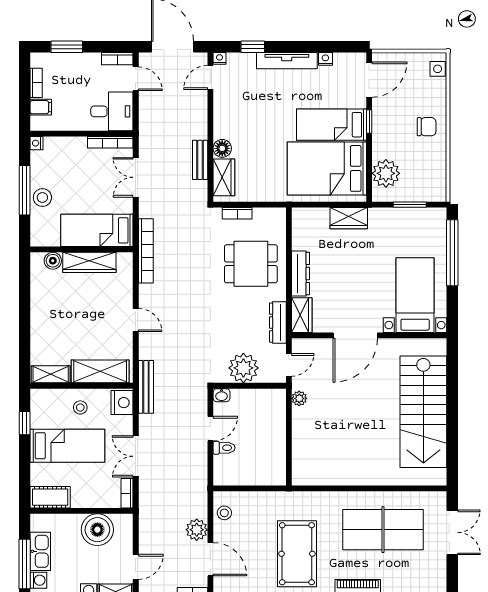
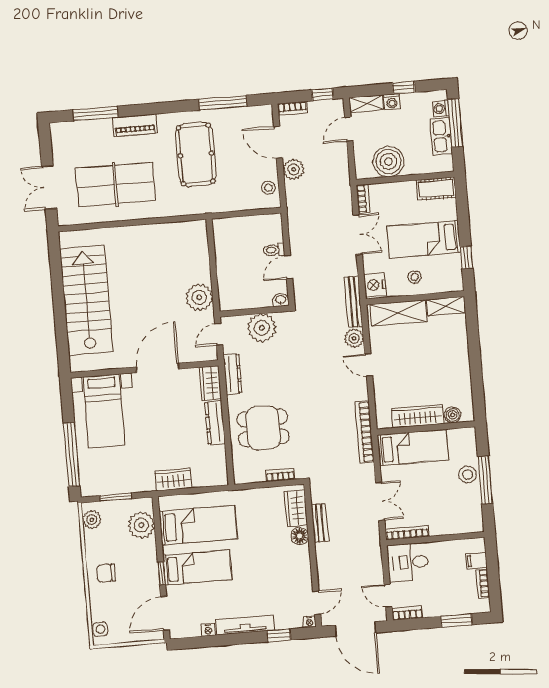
nightstand: (37, 143) -> (478, 526), removed
bed: (327, 168) -> (198, 525), width x0.67
plant: (437, 183) -> (92, 520), added
plant: (148, 349) -> (354, 338), added
plant: (299, 398) -> (199, 297), width x1.87, depth x1.87

